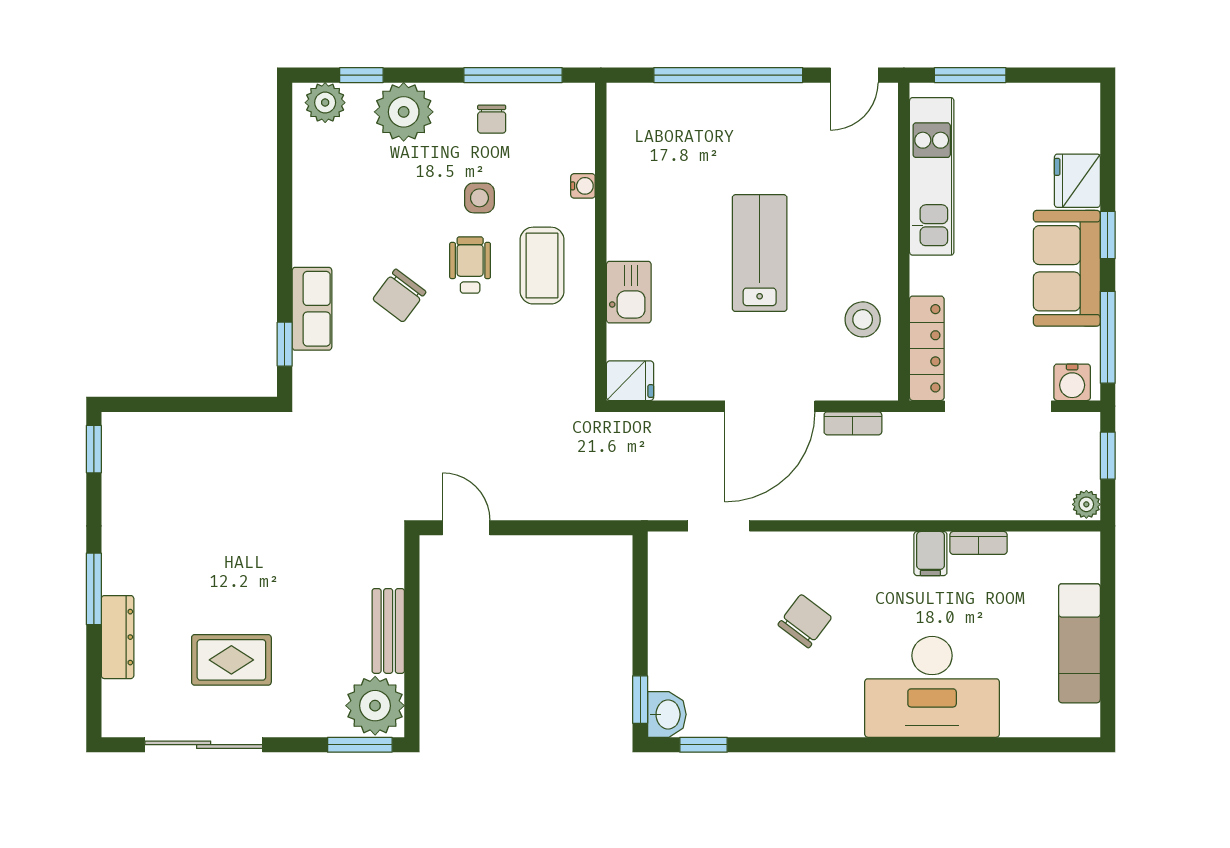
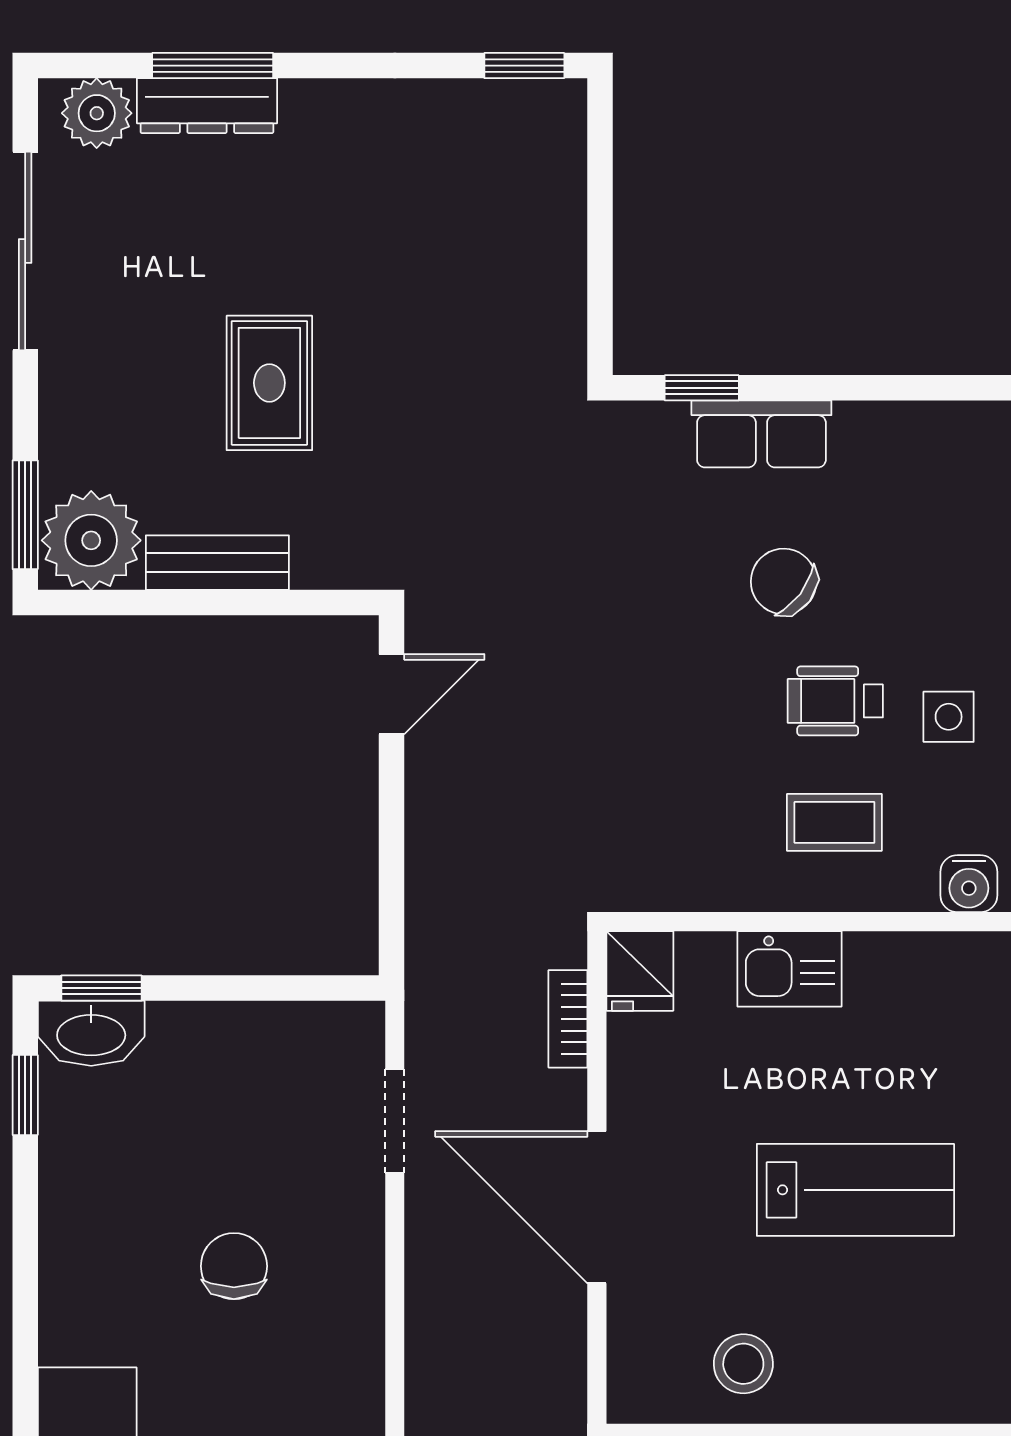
water cooler: (583, 186) -> (969, 884), width x1.38, depth x1.38
wheelchair: (470, 265) -> (835, 701), turned 180
coffee table: (542, 266) -> (834, 822), width x0.73, depth x0.77
bookcase: (853, 423) -> (568, 1019), moved
window: (94, 589) -> (213, 66), moved
chair: (805, 621) -> (234, 1266), turned -127
rug: (231, 660) -> (269, 383), moved
plant: (122, 702) -> (97, 113), added
washbasin: (667, 714) -> (91, 1033), width x1.38

